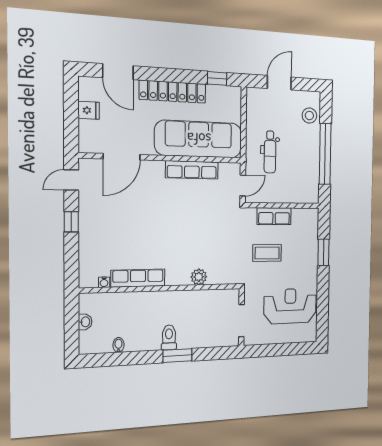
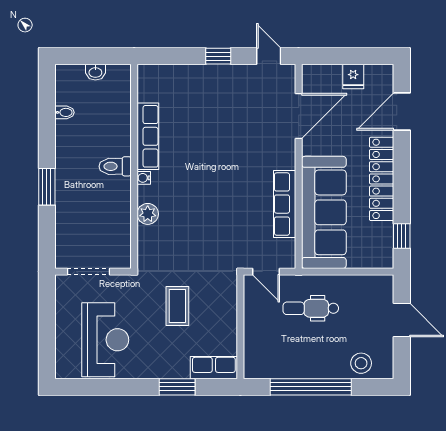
door: (122, 157) -> (299, 116), swing flipped
row of seats: (274, 216) -> (214, 368), moved, turned 90
water cooler: (104, 282) -> (144, 178), moved
toilet: (169, 337) -> (115, 166), moved, turned 180

